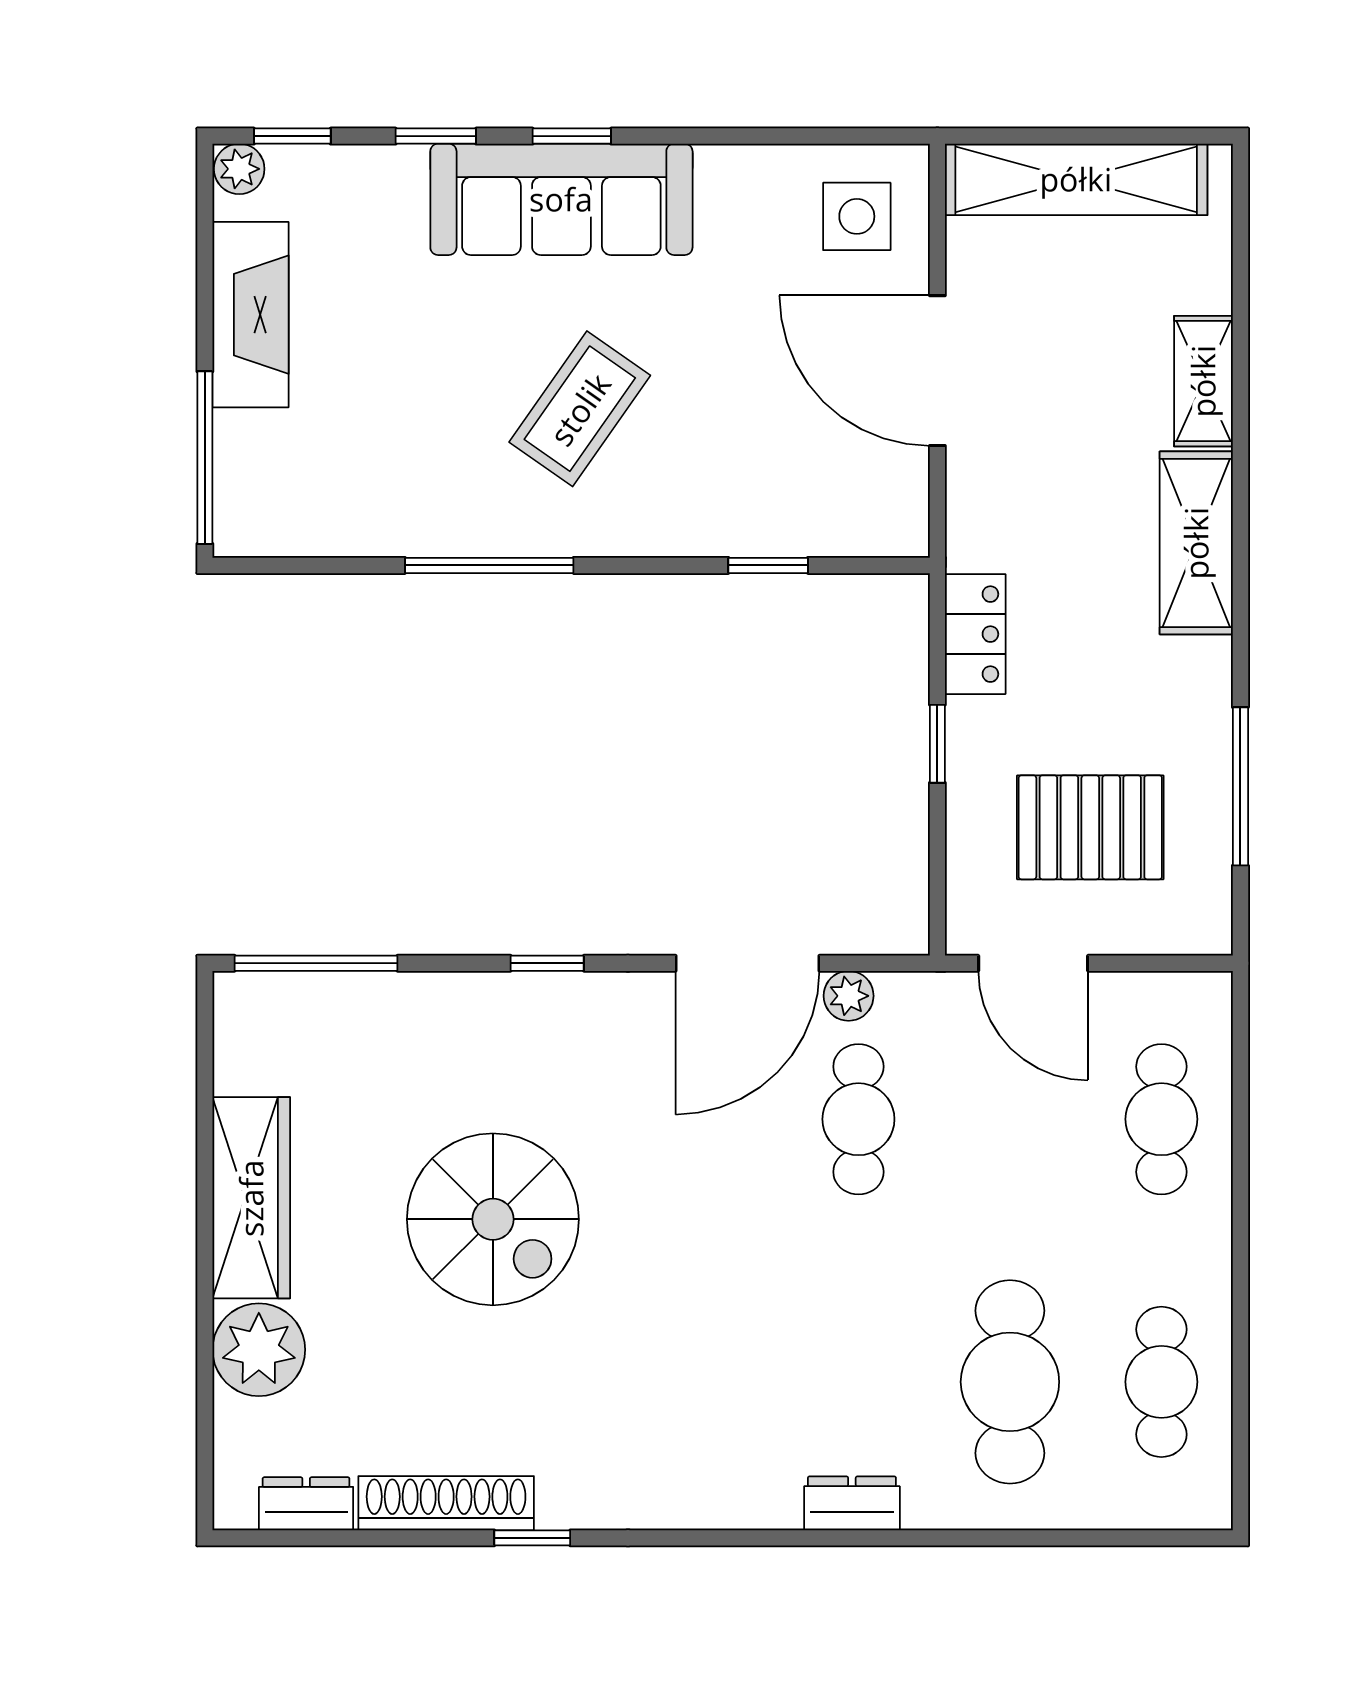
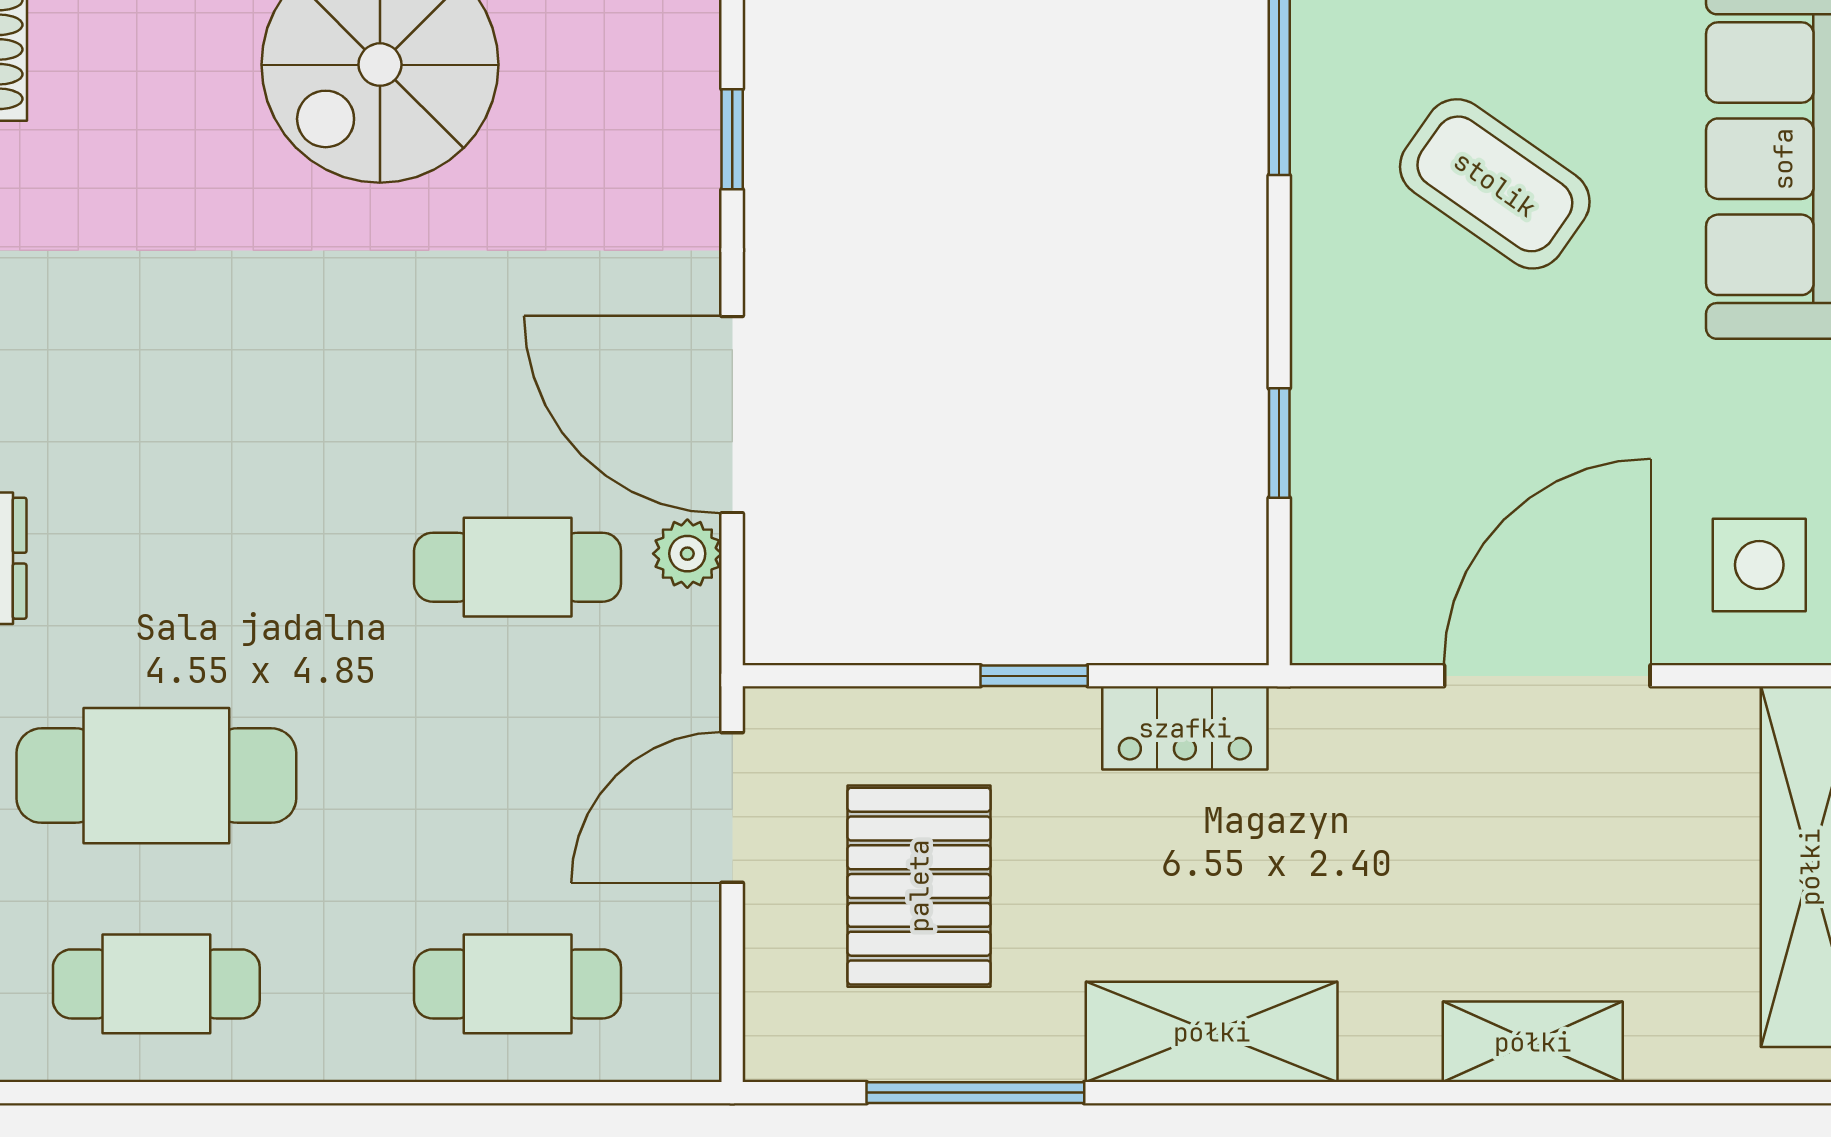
shelving: (1196, 543) -> (1212, 1032), moved

